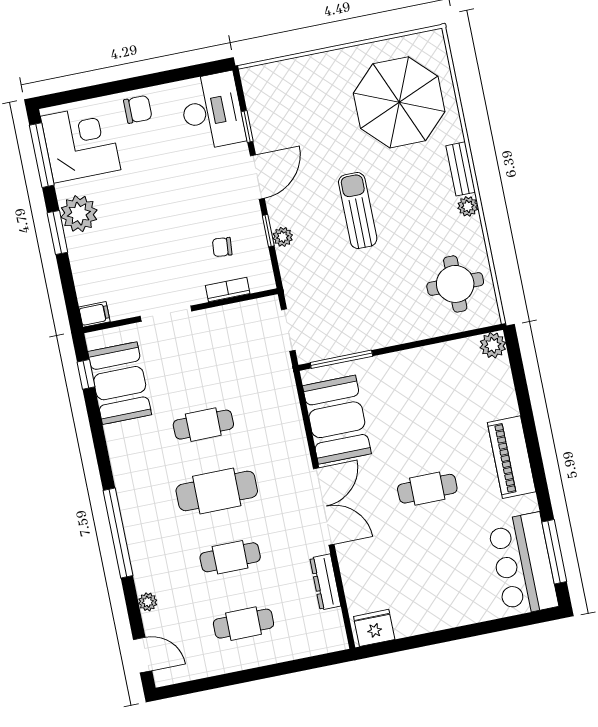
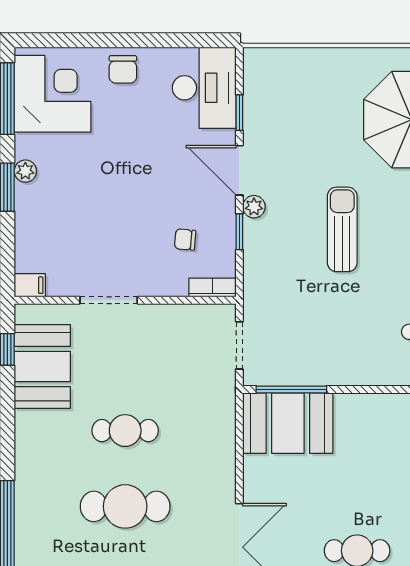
chair: (138, 109) -> (123, 69), turned 90
door: (257, 177) -> (239, 170), swing flipped
plant: (79, 214) -> (25, 171), width x0.53, depth x0.53
plant: (283, 237) -> (254, 207), moved
bookcase: (228, 290) -> (212, 287), moved
booth: (337, 420) -> (288, 423), moved, turned 90

